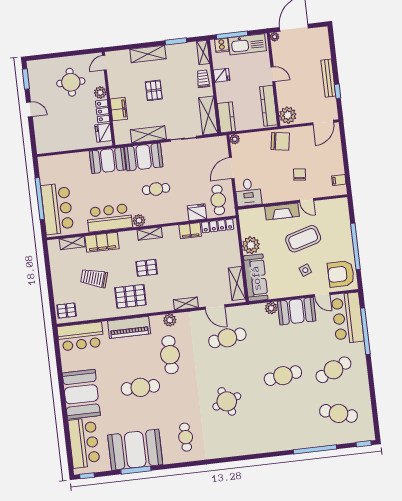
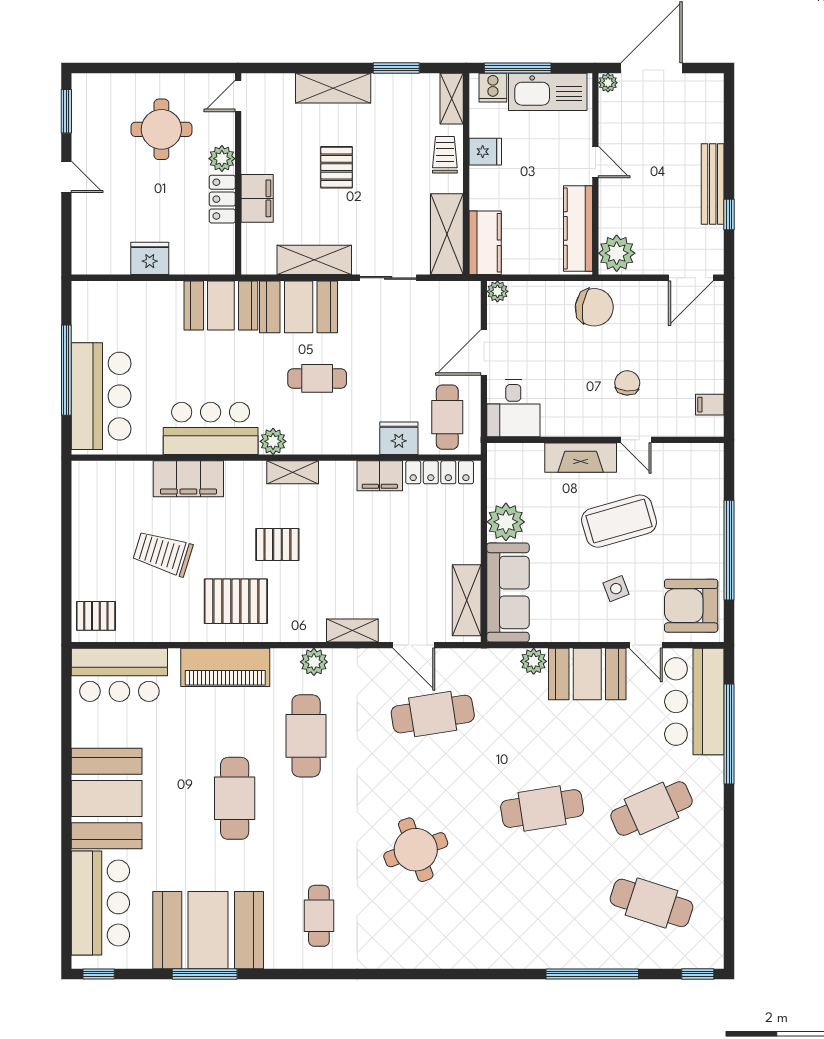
fridge: (104, 133) -> (150, 258), moved, turned 90
shelving: (72, 243) -> (125, 473), removed
cafe table: (140, 387) -> (235, 798), turned 90

